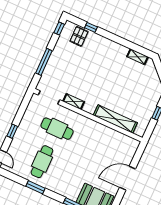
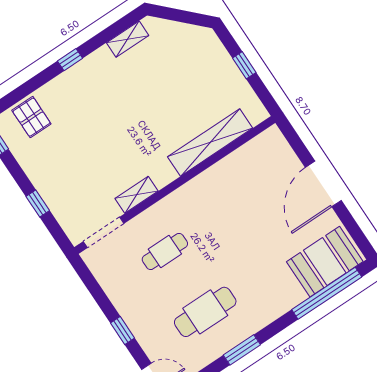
window: (91, 27) -> (70, 60), moved
window: (44, 62) -> (38, 203), width x0.46
cafe table: (57, 129) -> (165, 251), width x0.73, depth x0.74
cafe table: (42, 162) -> (205, 312), turned 90

